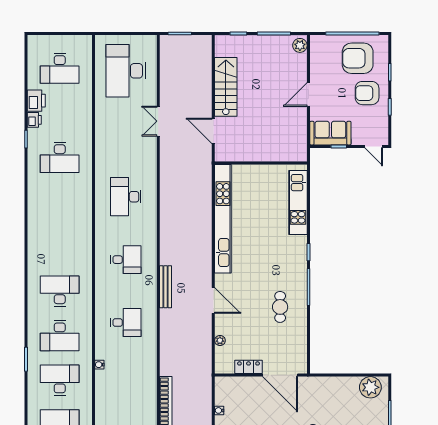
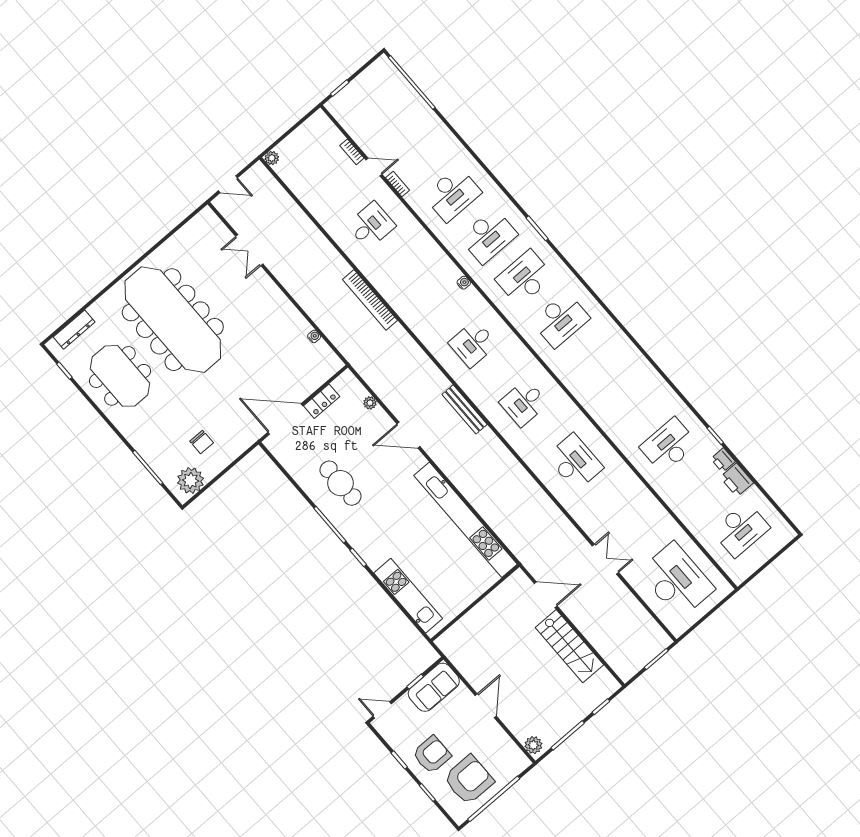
desk: (60, 68) -> (741, 529), turned 180
cafe table: (280, 307) -> (340, 483), width x1.37, depth x1.35
chair: (343, 405) -> (202, 442), added

